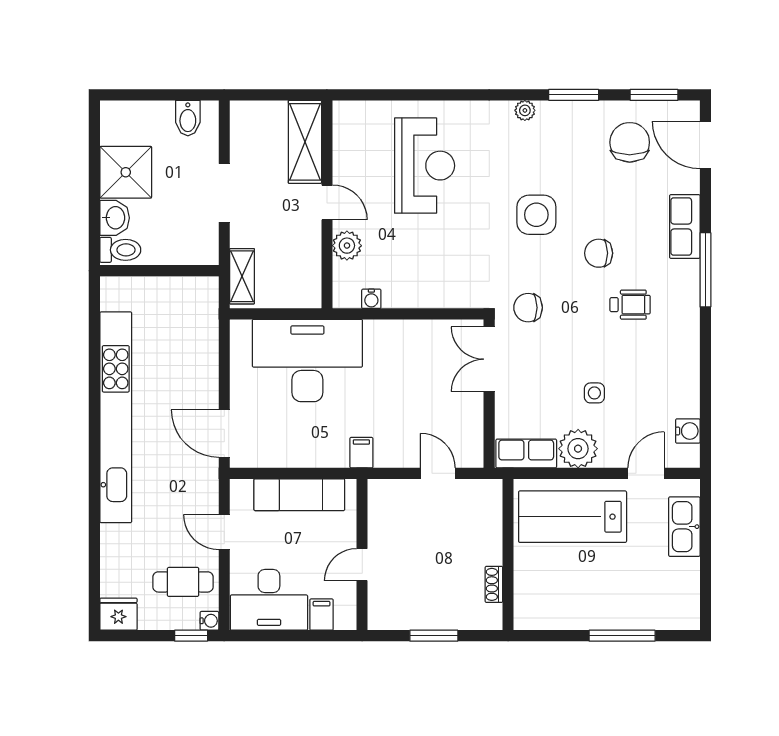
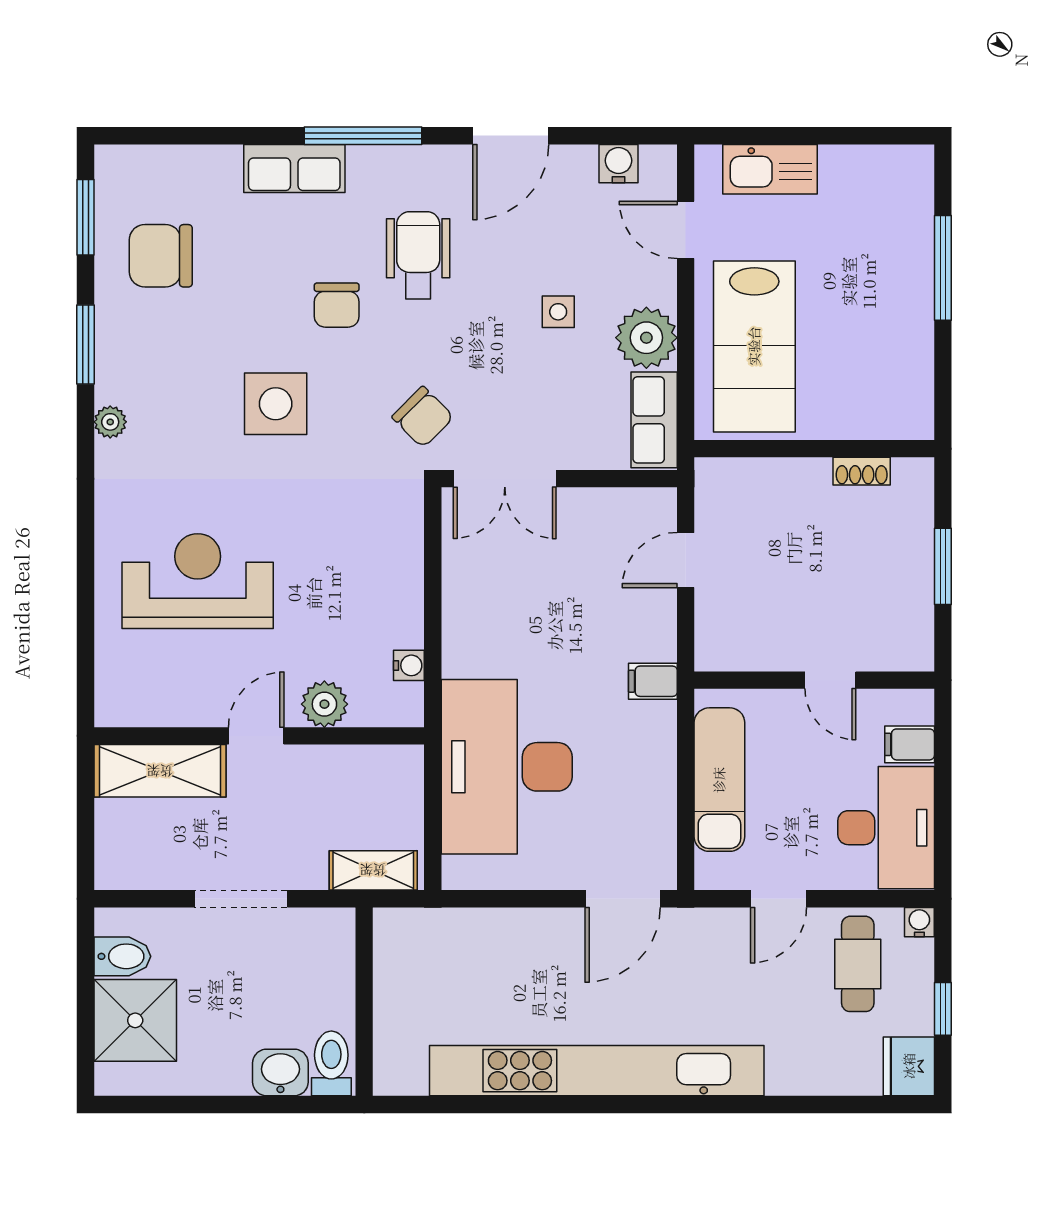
door: (705, 145) -> (511, 136), moved
shower: (126, 172) -> (135, 1020), moved
wheelchair: (630, 305) -> (418, 255), width x1.36, depth x1.37
chair: (528, 308) -> (423, 417), turned -45
window: (191, 636) -> (943, 1009), moved

